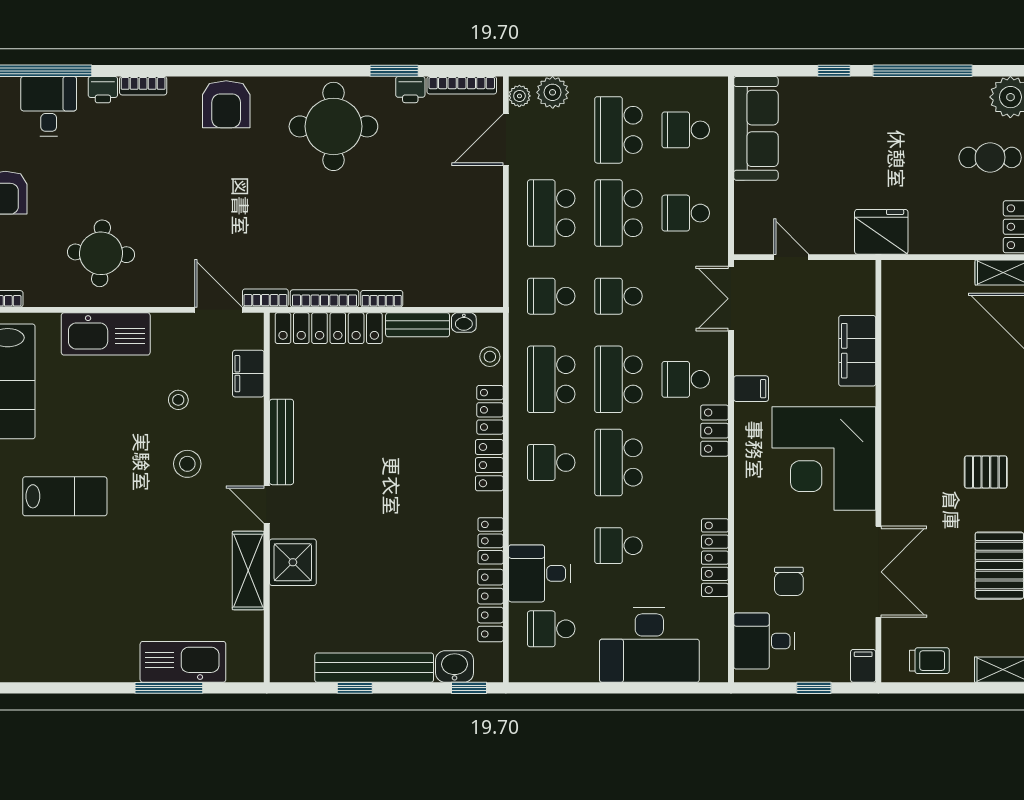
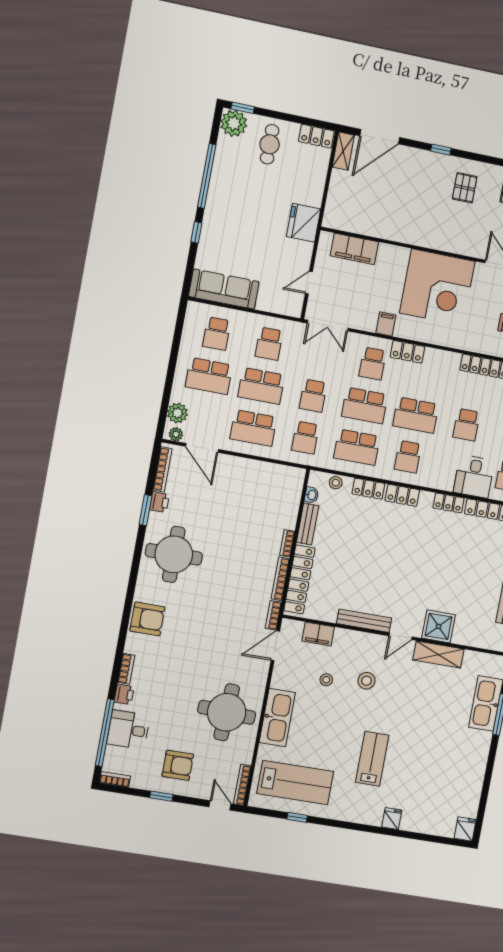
round table: (101, 253) -> (227, 712), width x1.36, depth x1.36
filing cabinet: (857, 351) -> (354, 249), moved

